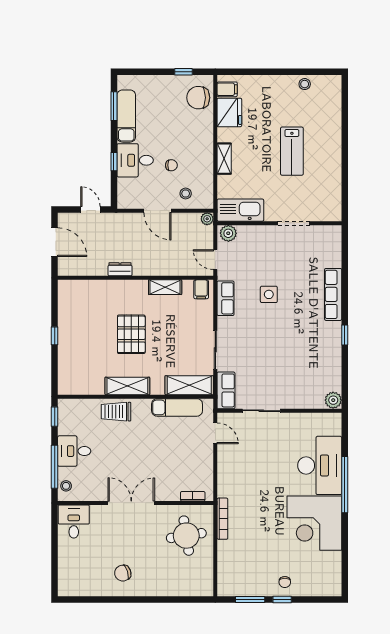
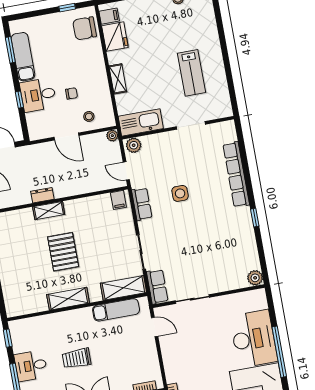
lab bench: (292, 151) -> (192, 73), moved
shelving: (165, 287) -> (49, 211), moved
row of seats: (333, 294) -> (236, 174), width x1.36
trolley: (116, 412) -> (77, 358), moved

